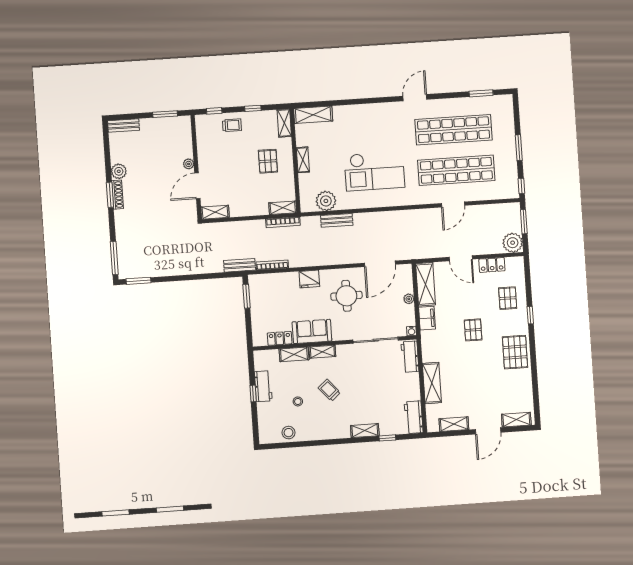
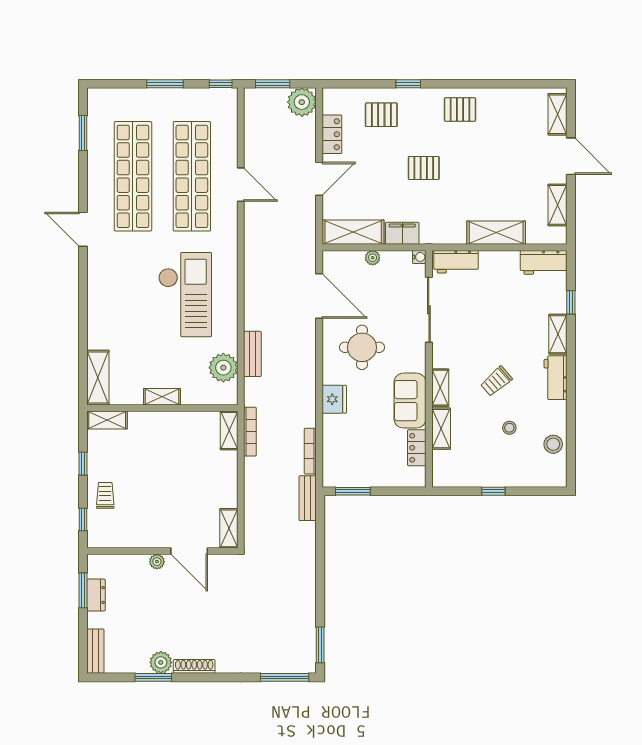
dresser: (163, 123) -> (96, 595), added
pallet: (268, 161) -> (161, 447), removed
window: (110, 195) -> (153, 677), moved
pallet: (515, 352) -> (460, 109), width x0.67, depth x0.71
workbench: (263, 386) -> (556, 378), moved, turned -90

